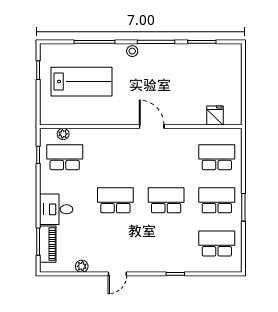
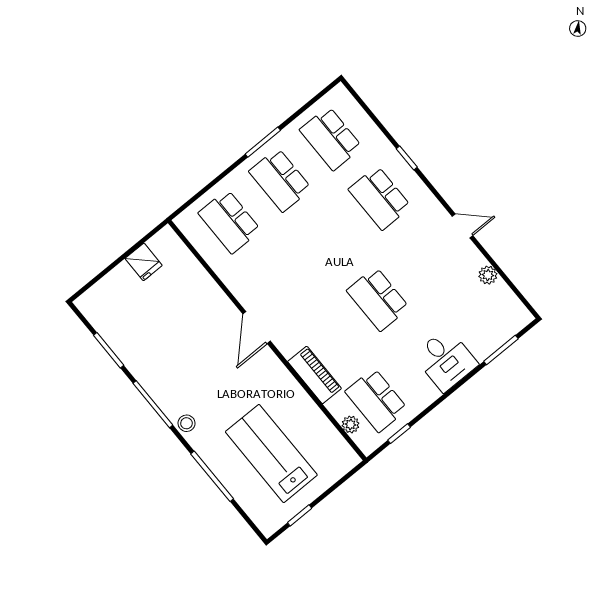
fridge: (215, 116) -> (144, 262), moved, turned -90
school desk: (166, 200) -> (380, 198), moved
piano: (48, 244) -> (314, 375), moved, turned 90

